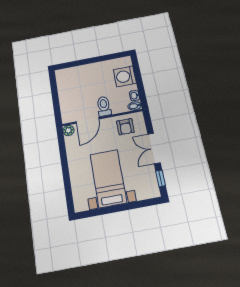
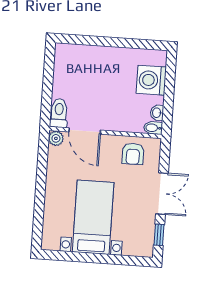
toilet: (104, 106) -> (59, 113), moved
door: (88, 120) -> (85, 131), hinge flipped
double door: (154, 148) -> (162, 194), swing flipped

